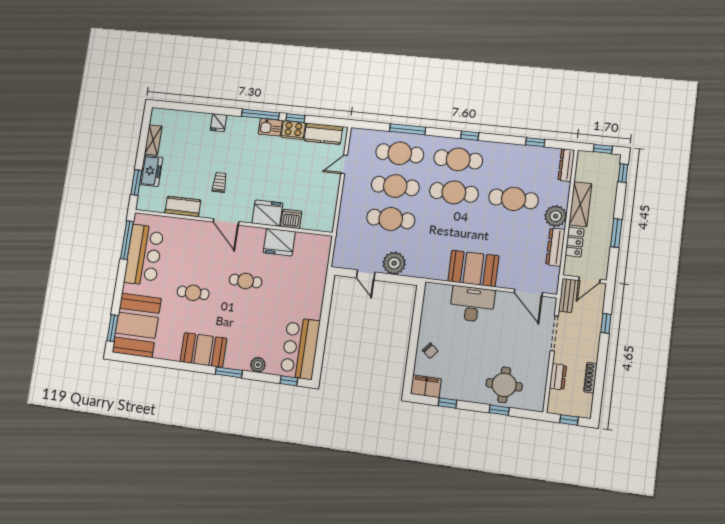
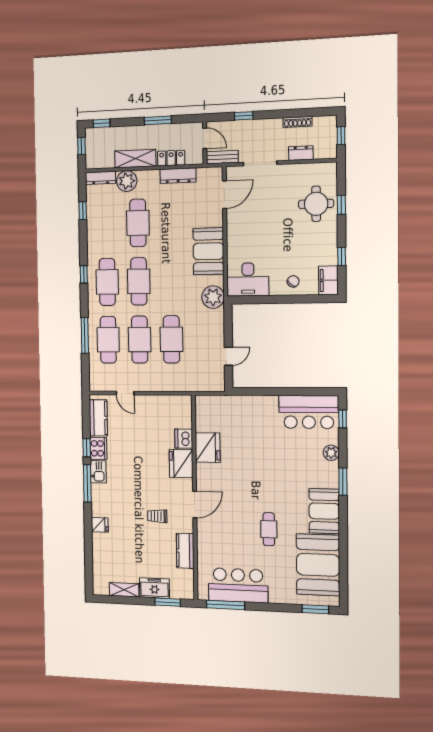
plant: (556, 216) -> (127, 181), moved
plant: (394, 263) -> (213, 297), moved
cafe table: (246, 281) -> (250, 477), removed
desk: (472, 304) -> (248, 279), moved, turned -90
booth: (137, 325) -> (318, 565), moved, turned 90

